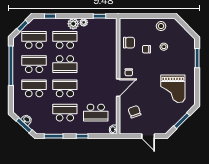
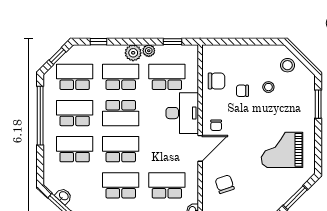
stool: (161, 26) -> (287, 65), moved
school desk: (96, 40) -> (167, 77), added
desk: (106, 64) -> (182, 113), added
grand piano: (173, 89) -> (282, 150), turned 90
school desk: (96, 113) -> (167, 185), turned 180

